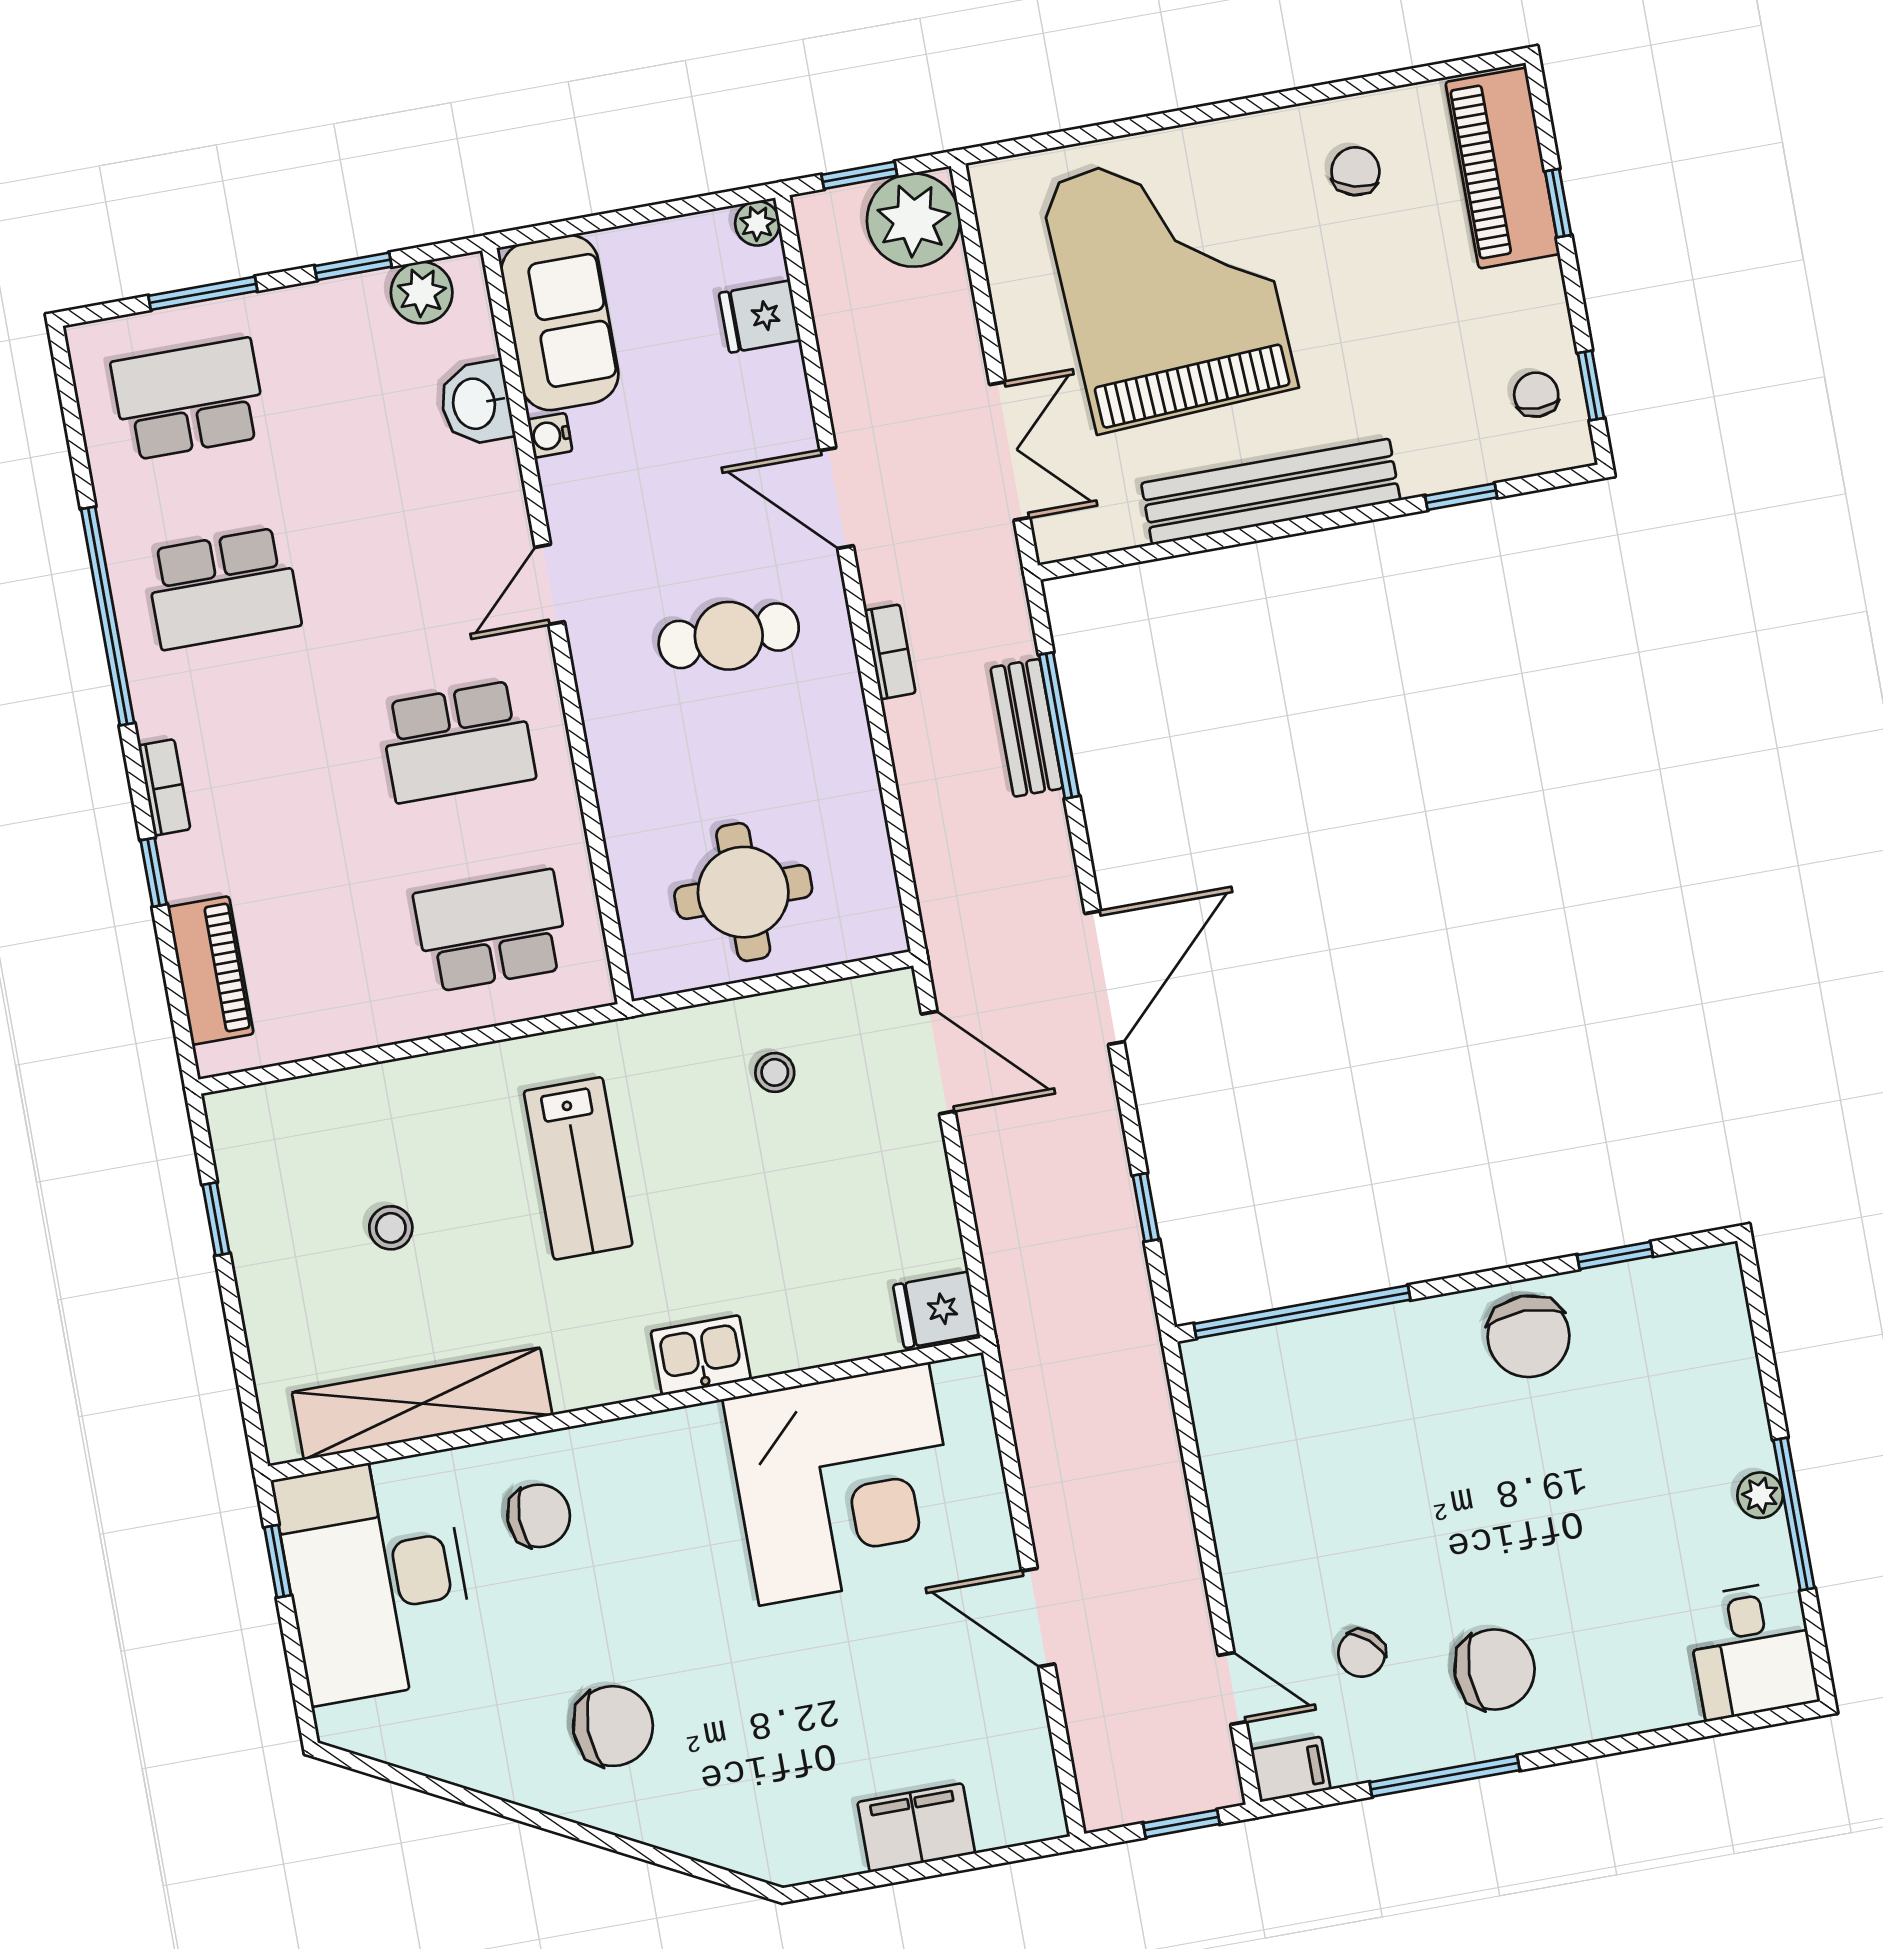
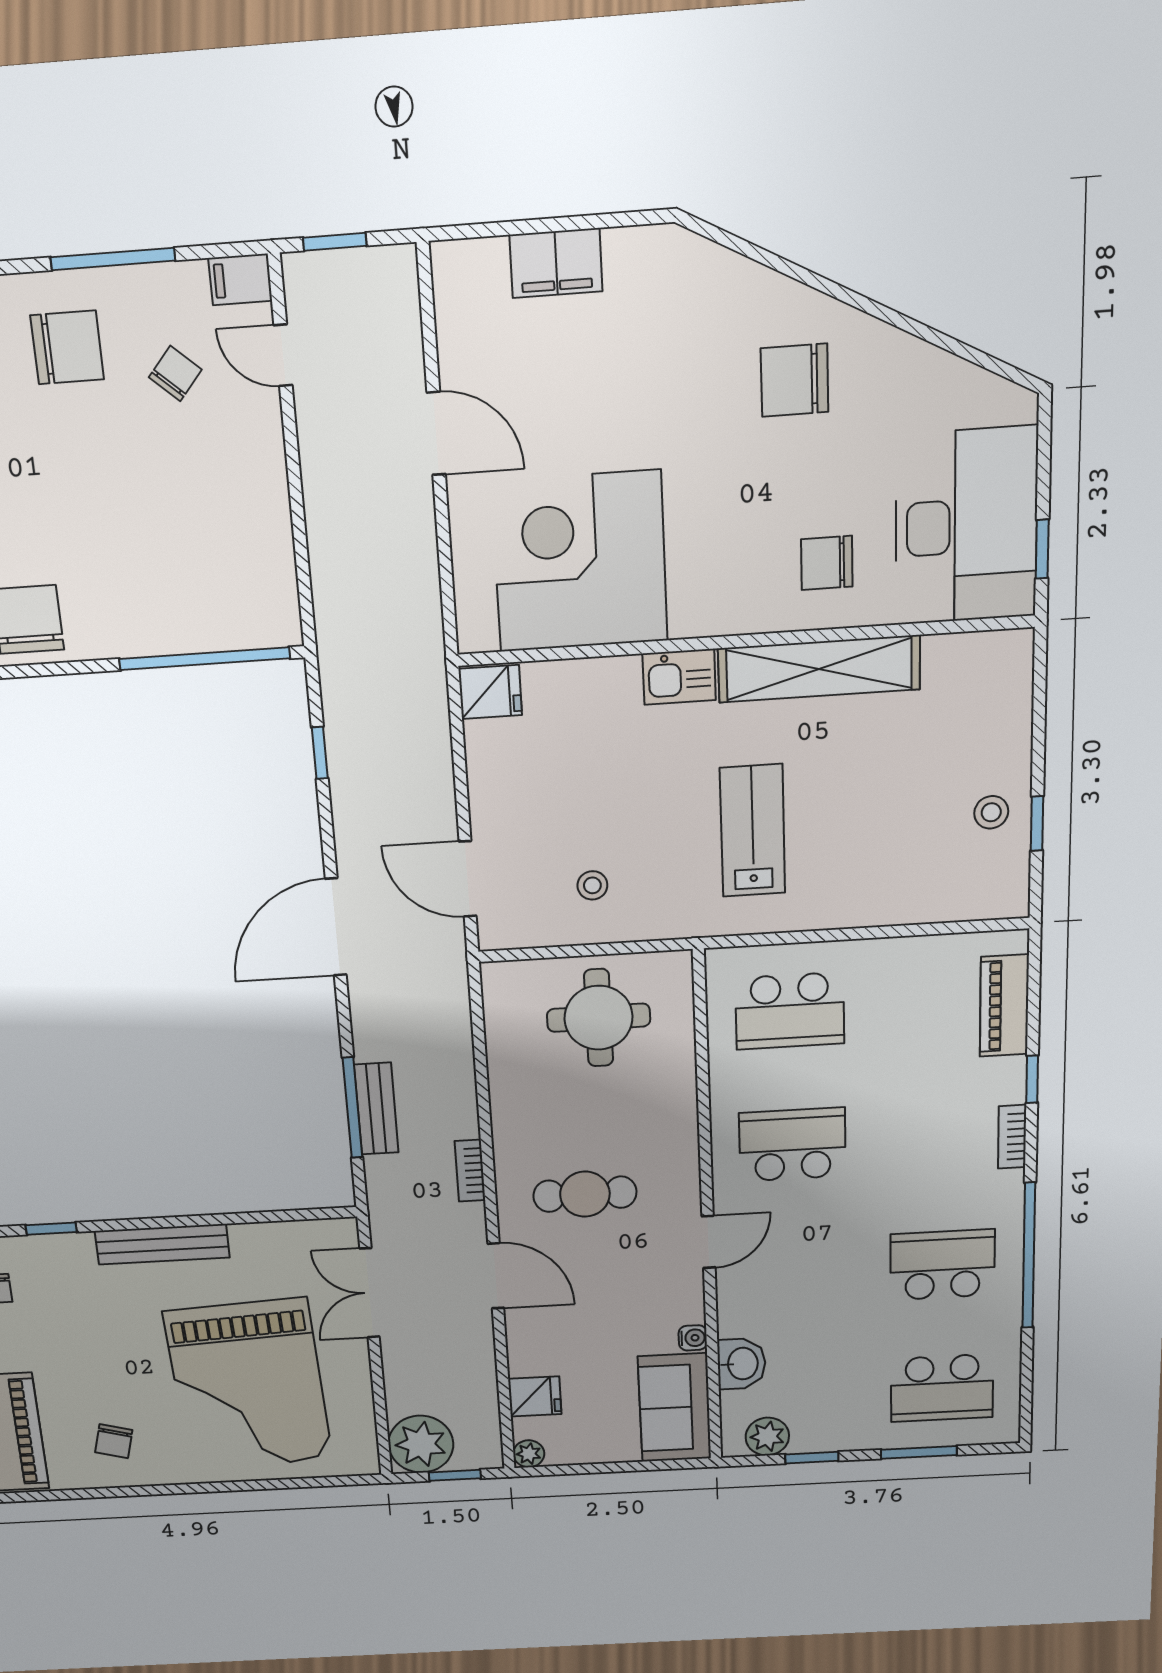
bench: (1271, 492) -> (162, 1244), width x0.73, depth x0.82
stool: (391, 1228) -> (991, 812), moved
shelving: (422, 1404) -> (819, 669), moved
chair: (1494, 1669) -> (67, 347), turned 180

